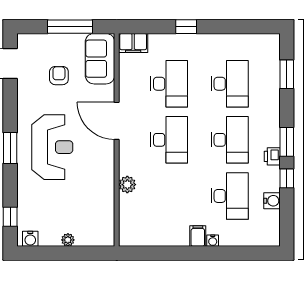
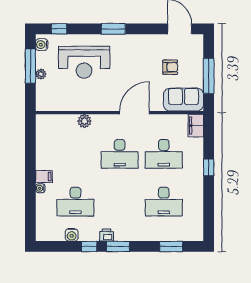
desk: (230, 140) -> (120, 202), removed
reception desk: (52, 147) -> (84, 62), moved
window: (58, 253) -> (30, 66), added

